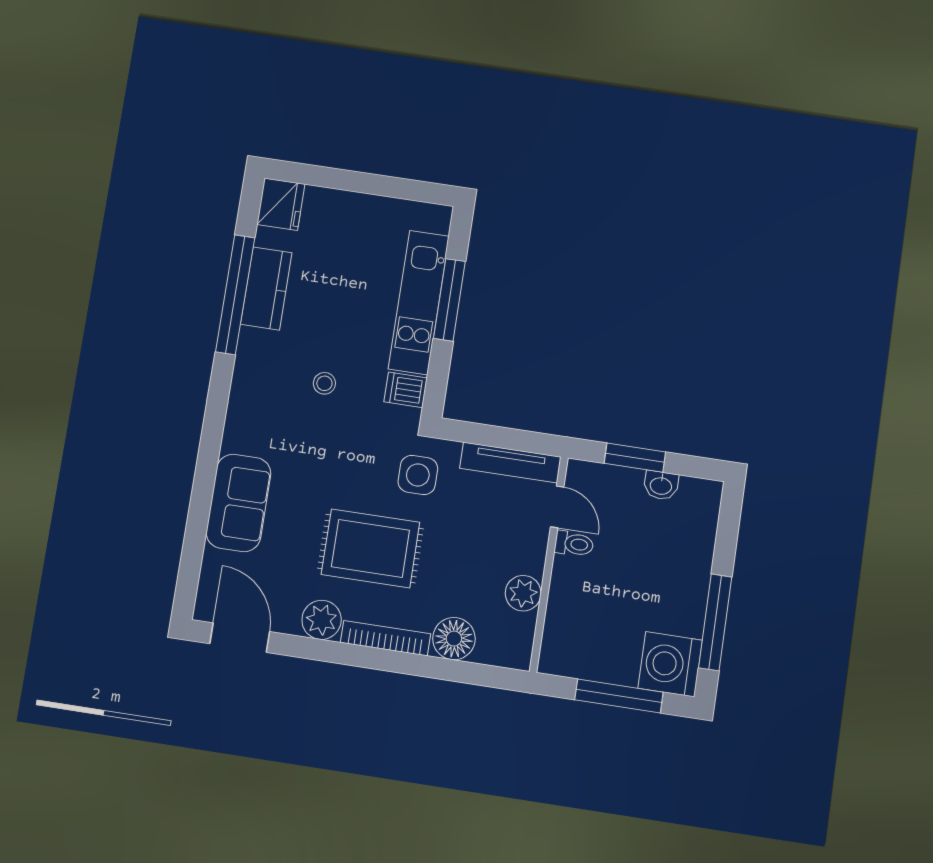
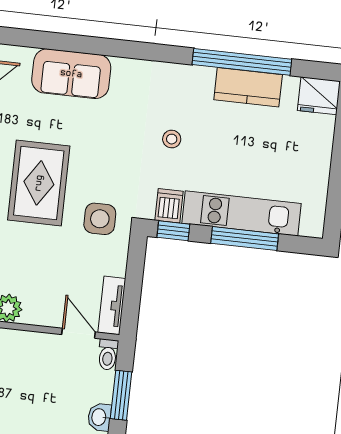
window: (436, 386) -> (173, 231), added
tv unit: (510, 462) -> (112, 305), width x0.71
door: (557, 507) -> (79, 333), swing flipped
toilet: (574, 544) -> (108, 355), moved

